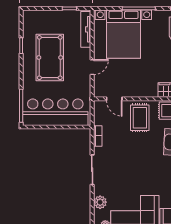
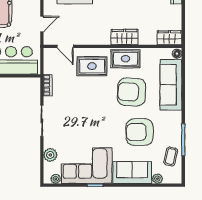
door: (92, 67) -> (42, 24), moved
rug: (140, 118) -> (92, 66), turned 90

